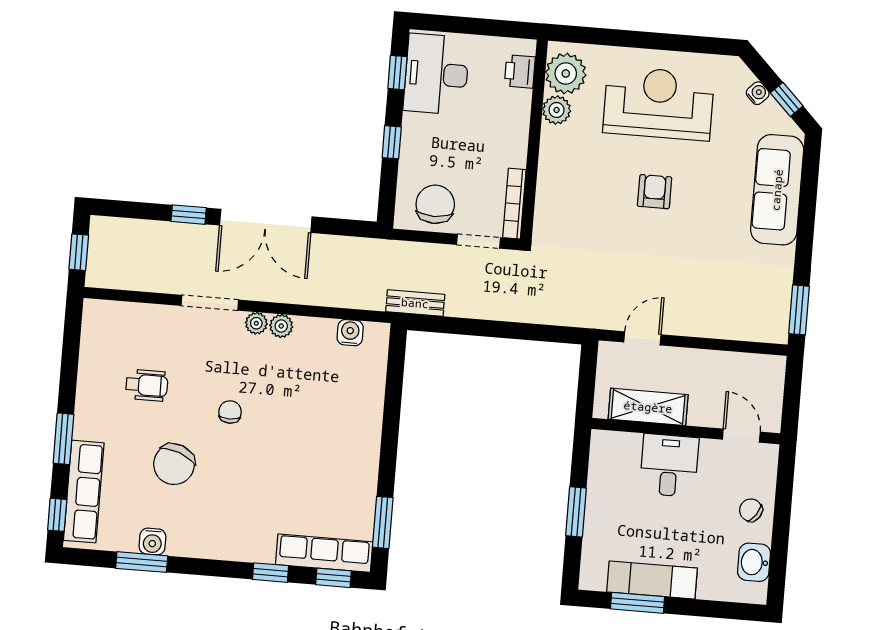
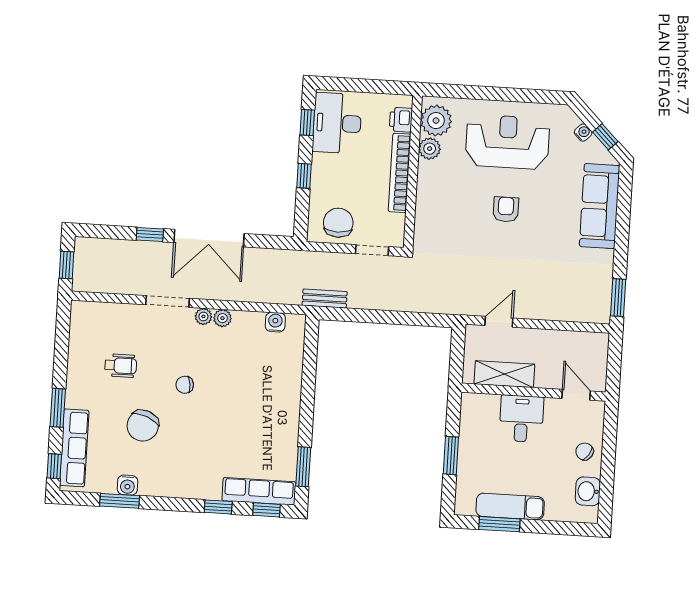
bookcase: (514, 204) -> (400, 173), moved, width x1.48, depth x1.31
chair: (230, 412) -> (185, 385), turned -97

